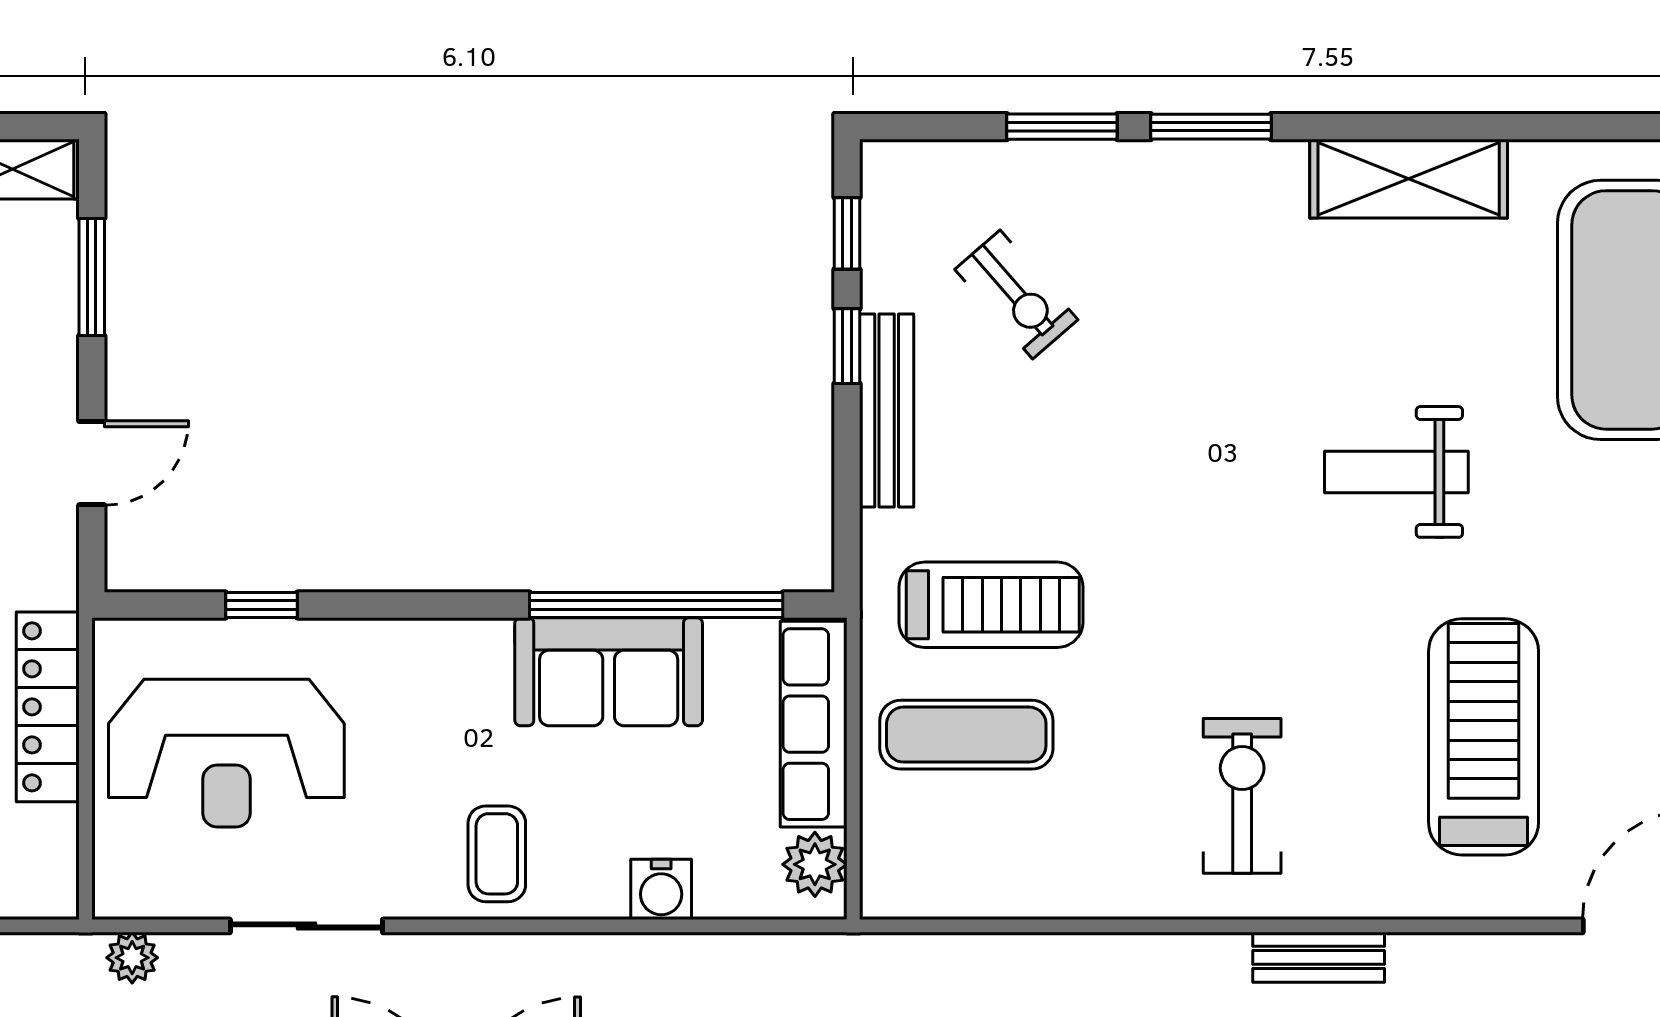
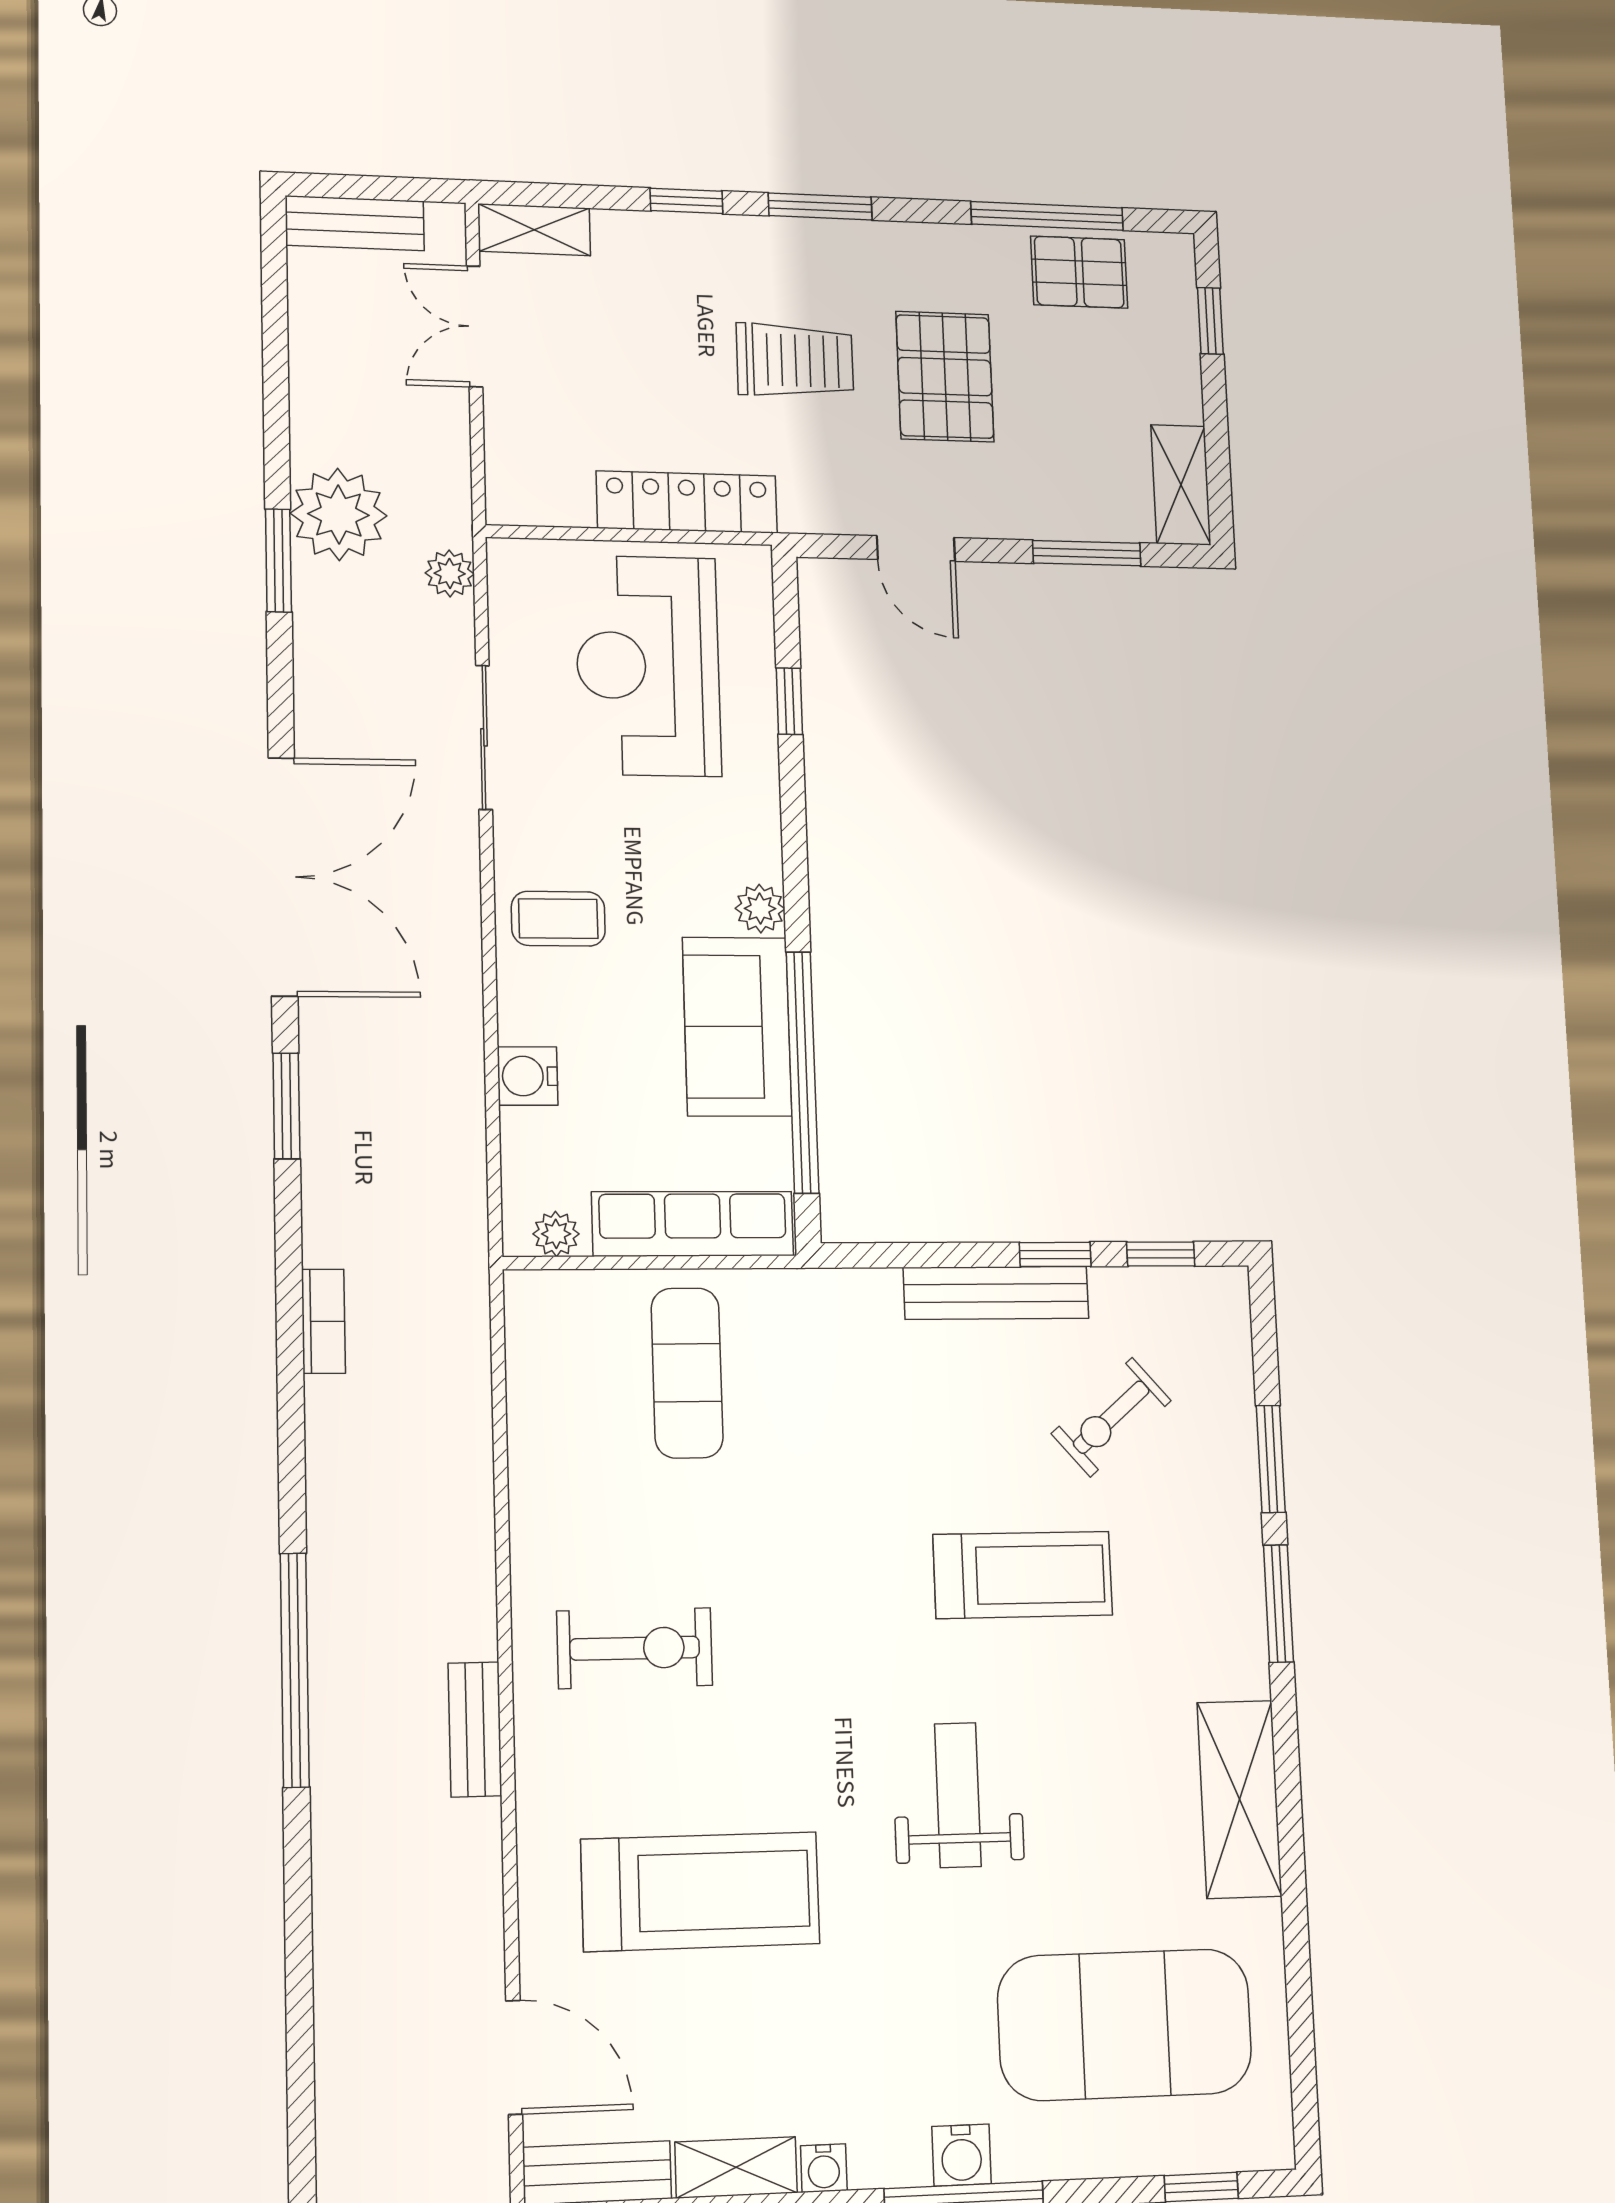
treadmill: (991, 605) -> (1023, 1575), moved, turned -90
plant: (484, 644) -> (760, 909), added
plant: (815, 864) -> (556, 1234), width x0.73, depth x0.73

